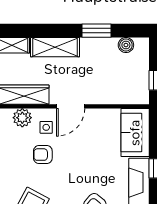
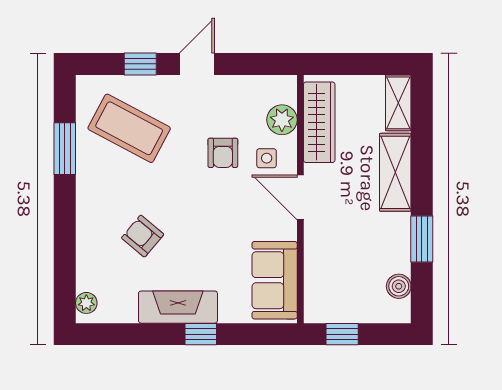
sofa: (135, 133) -> (275, 280), moved, turned -90
armchair: (43, 155) -> (223, 153), turned 180

